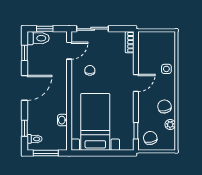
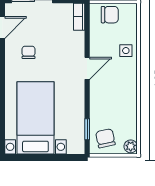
chair: (164, 107) -> (110, 15), moved, turned 103
plant: (170, 125) -> (131, 146), moved

